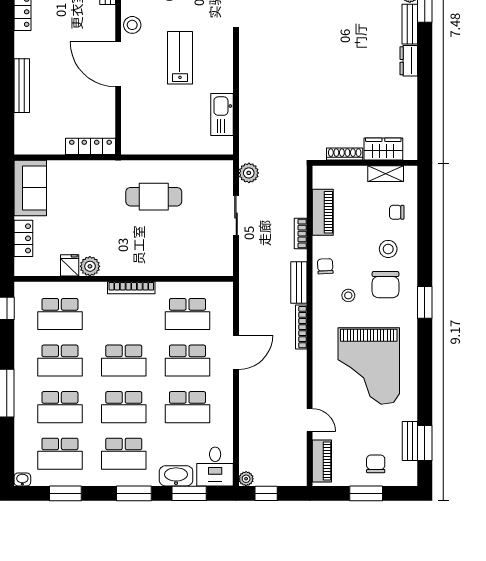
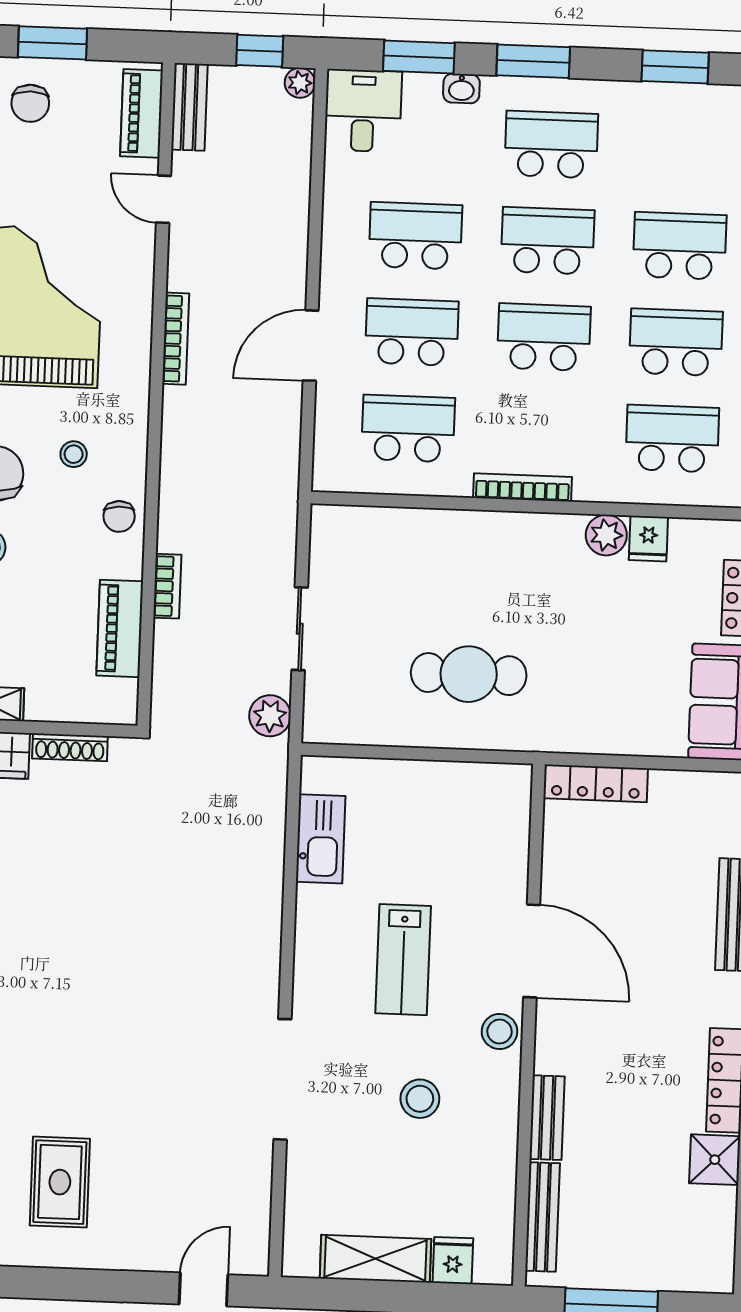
bench: (299, 283) -> (189, 107), moved
bookcase: (301, 327) -> (176, 339), moved
school desk: (60, 454) -> (683, 149), removed
washbasin: (176, 476) -> (461, 88), width x0.52, depth x0.69

